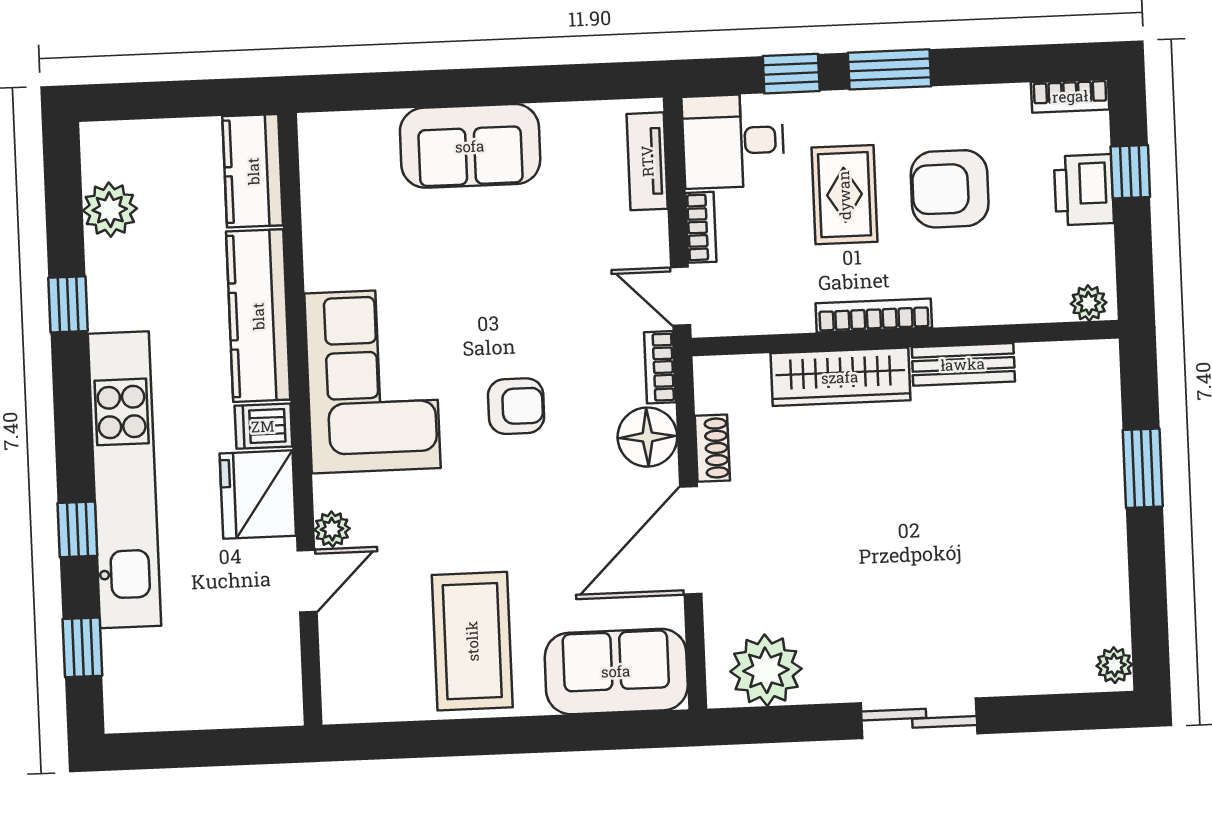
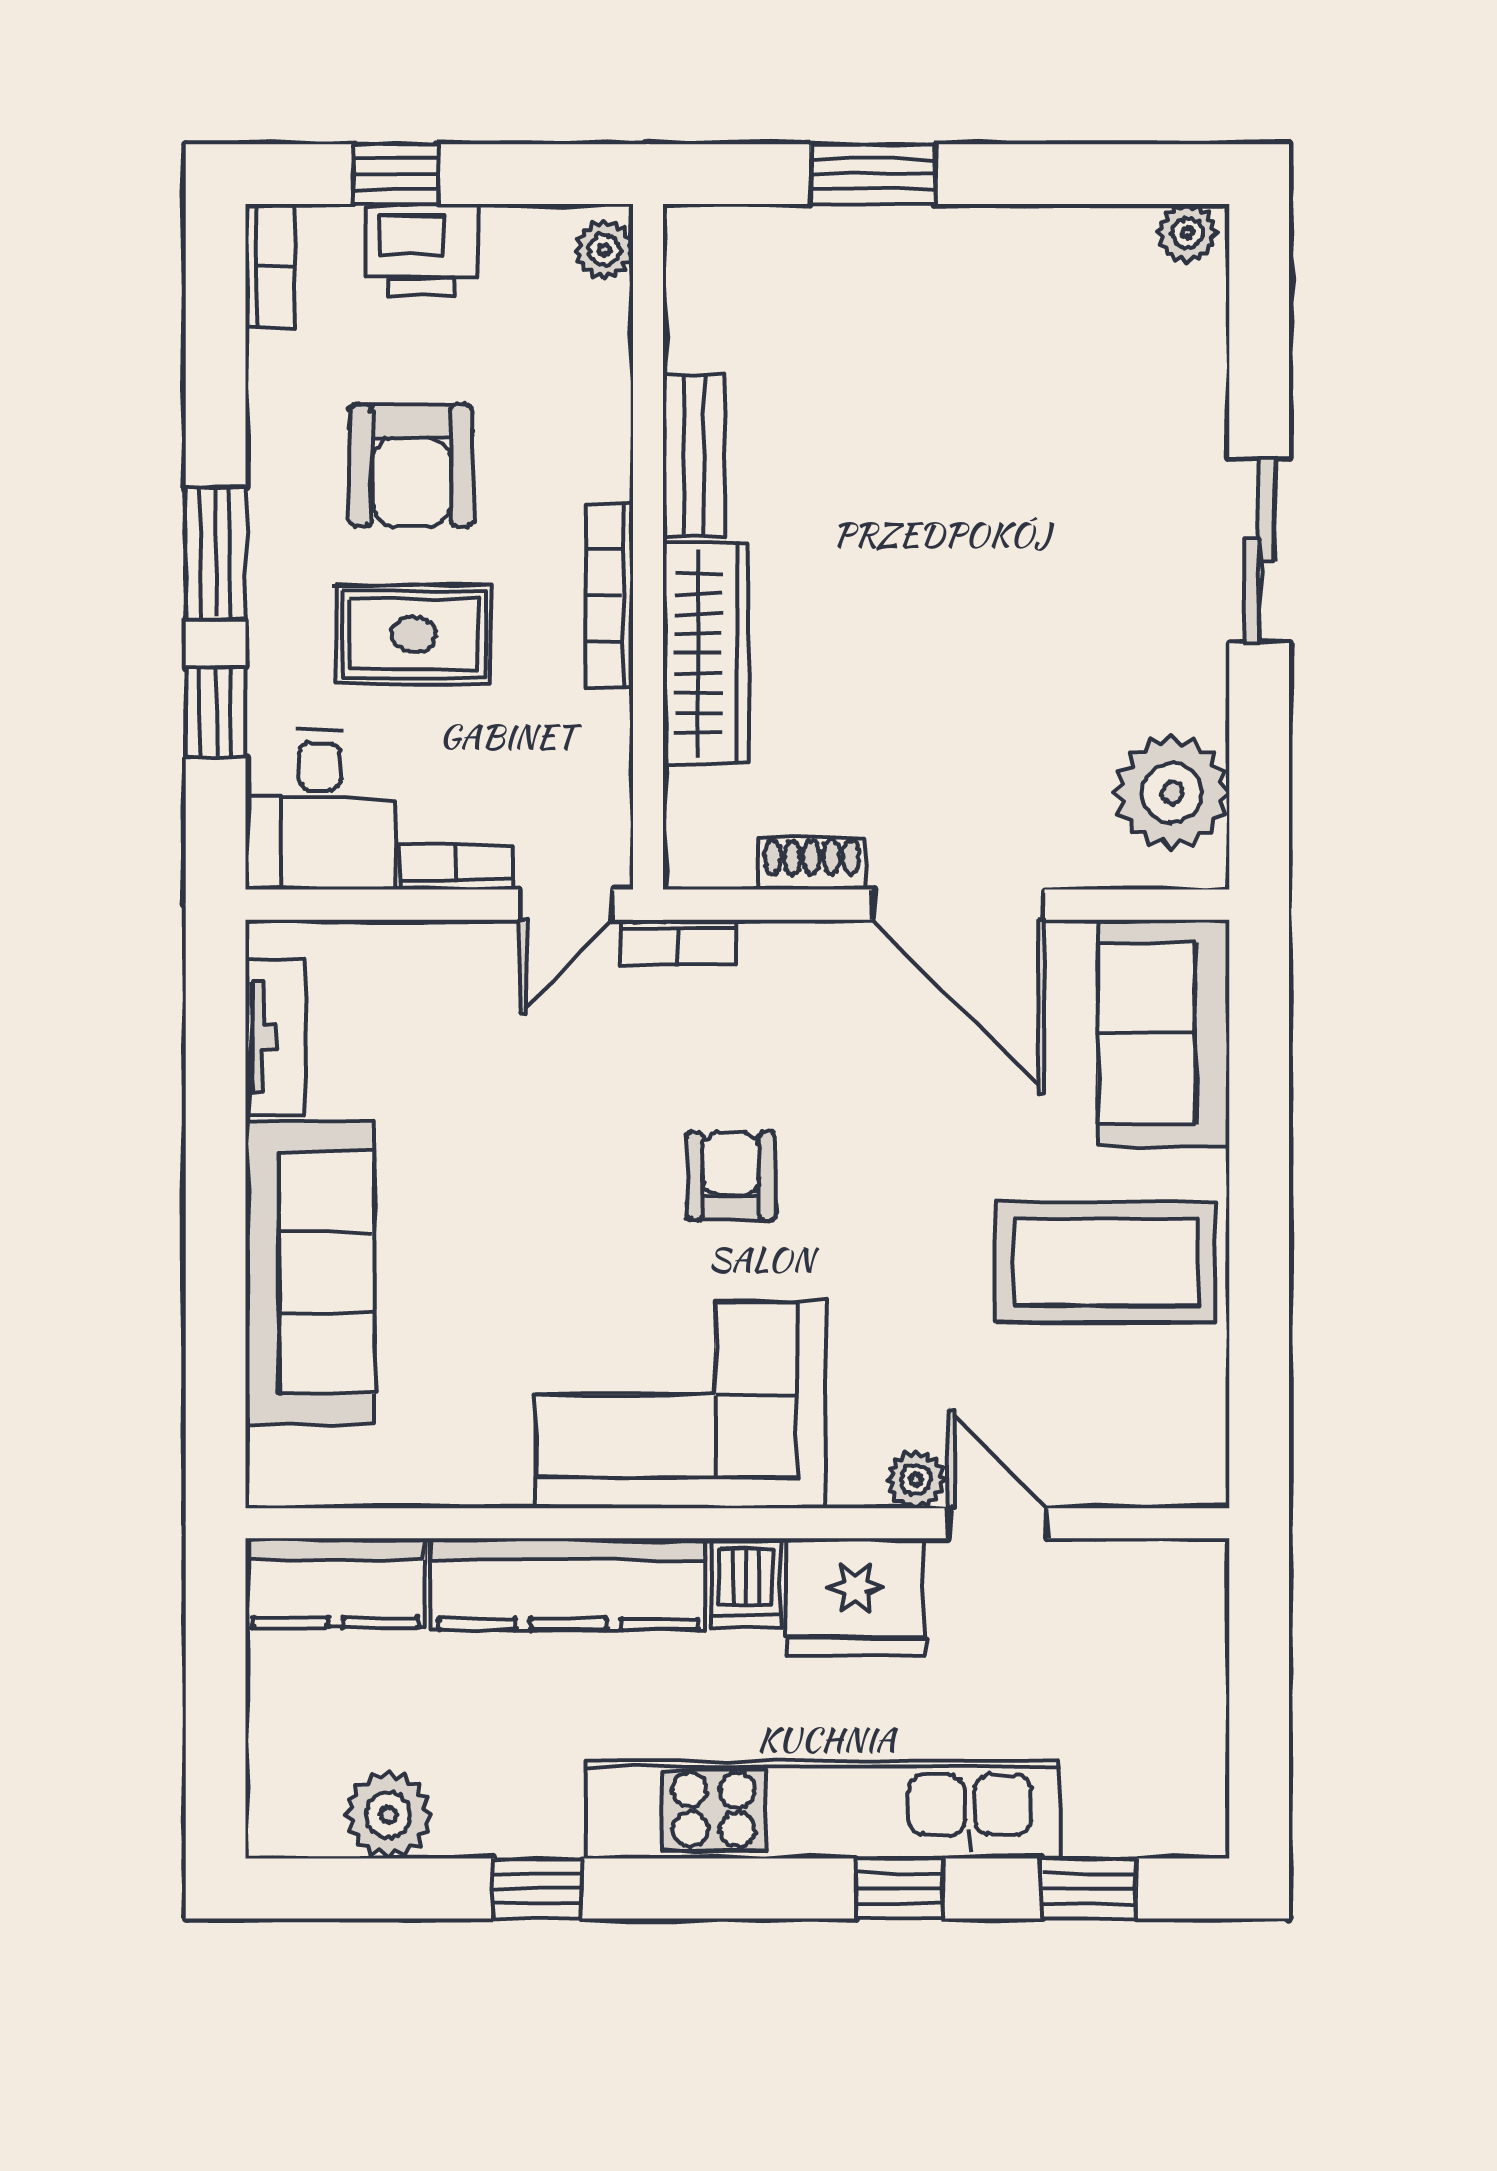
sofa: (470, 146) -> (310, 1273), width x1.36
tv unit: (647, 161) -> (275, 1037), moved, turned -90
floor lamp: (647, 437) -> (789, 967), removed

